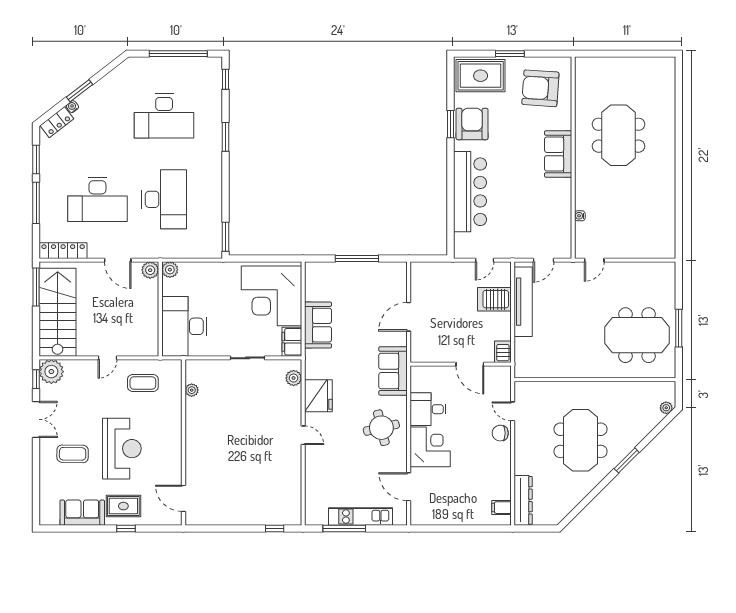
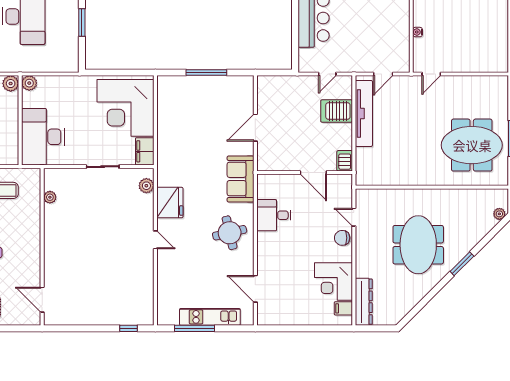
window: (225, 237) -> (82, 22), moved
sofa: (318, 325) -> (170, 136), removed
corner desk: (430, 447) -> (333, 281), moved, turned 180

